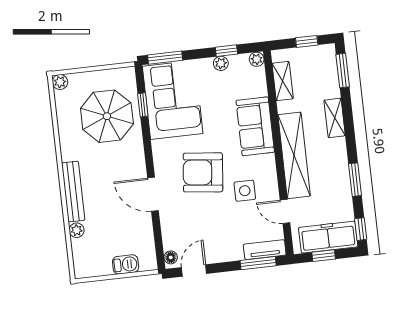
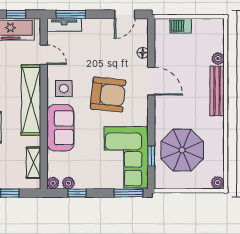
plant: (221, 63) -> (68, 183), moved
side table: (245, 191) -> (64, 88), moved
floor lamp: (171, 257) -> (143, 53), moved

